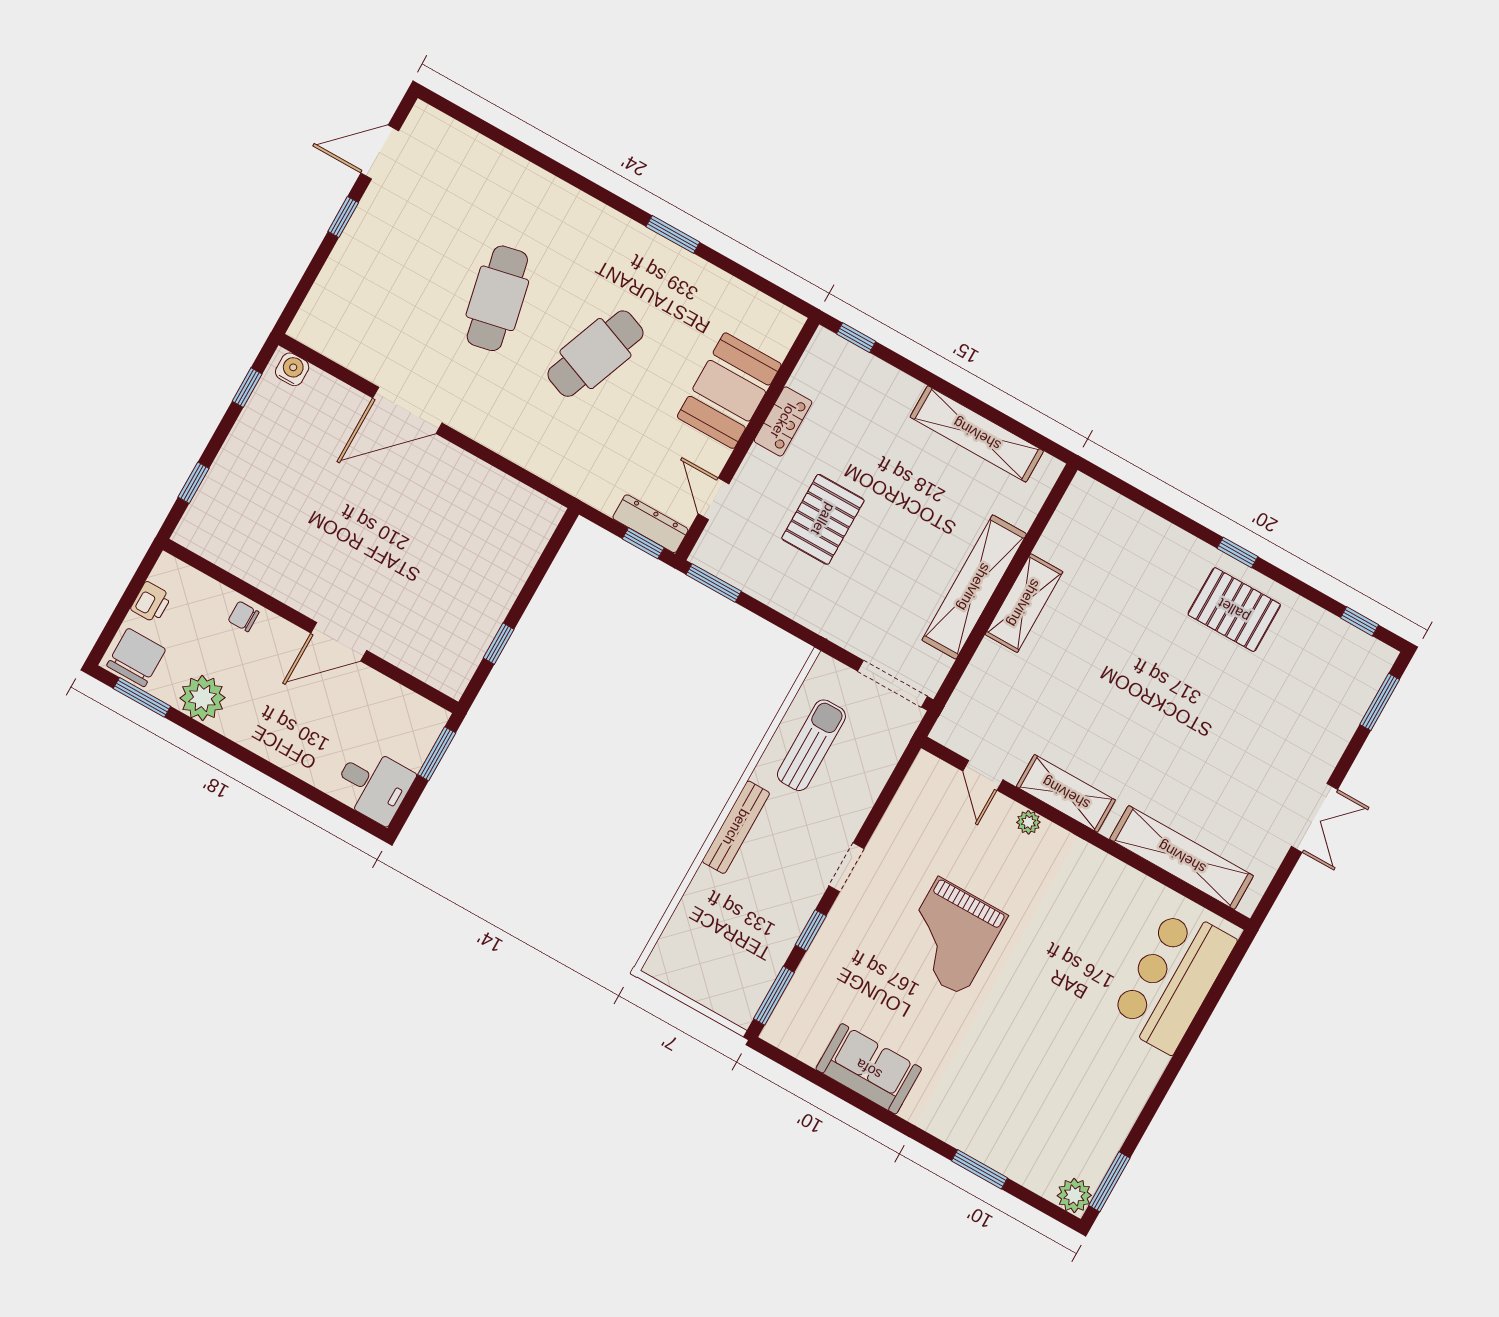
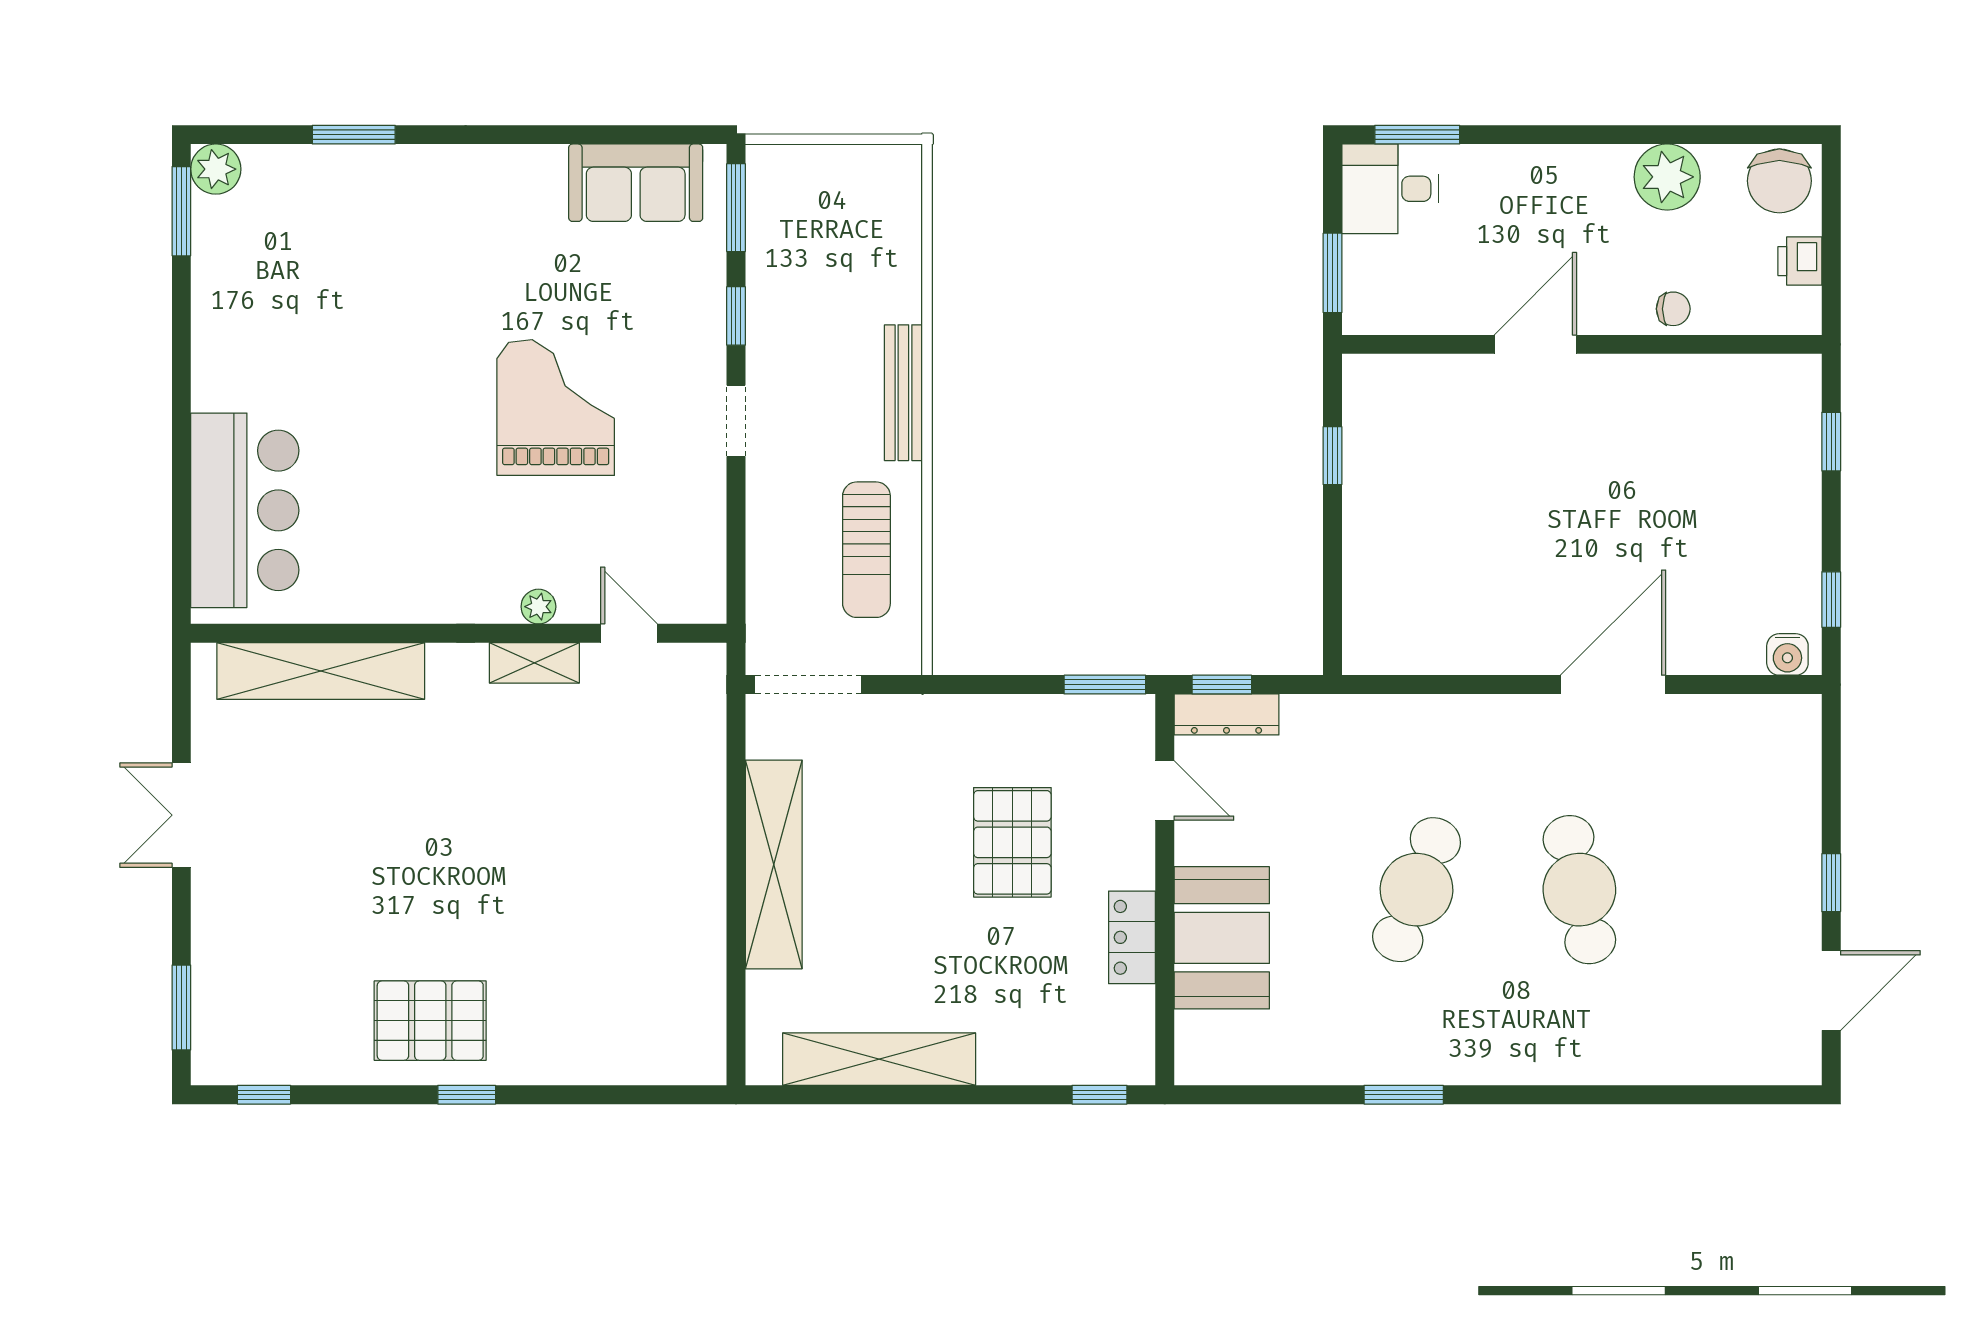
shelving: (1024, 603) -> (700, 879), removed
window: (142, 697) -> (1417, 135), moved
shelving: (1066, 793) -> (534, 663), width x0.67, depth x0.75
sofa: (869, 1069) -> (636, 183), moved

